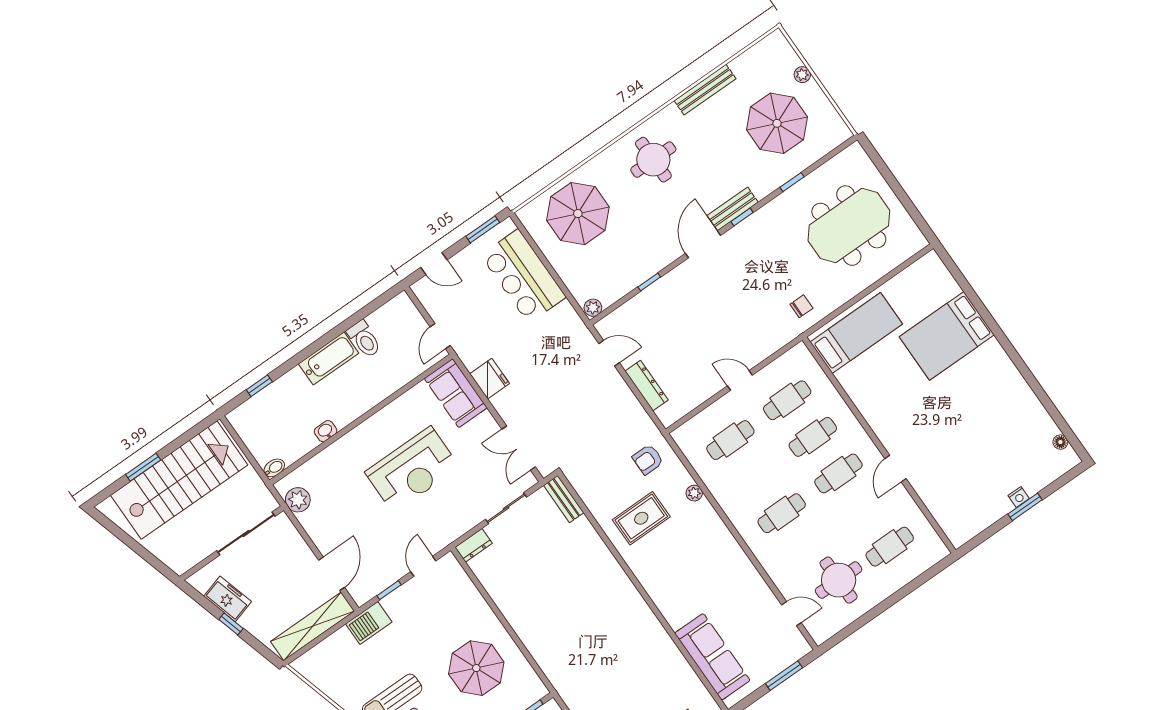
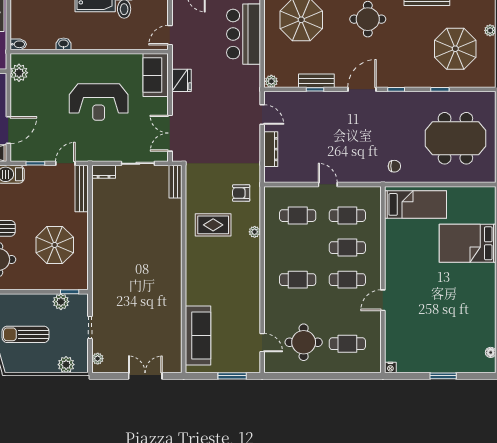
bench: (733, 209) -> (316, 81), moved
nightstand: (1019, 497) -> (390, 368), moved
bench: (462, 582) -> (82, 188), added

